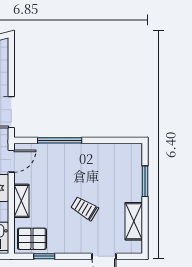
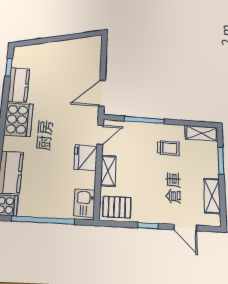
shelving: (124, 151) -> (201, 133), added
trolley: (85, 208) -> (168, 148), moved, turned 149
window: (44, 256) -> (148, 226), moved

